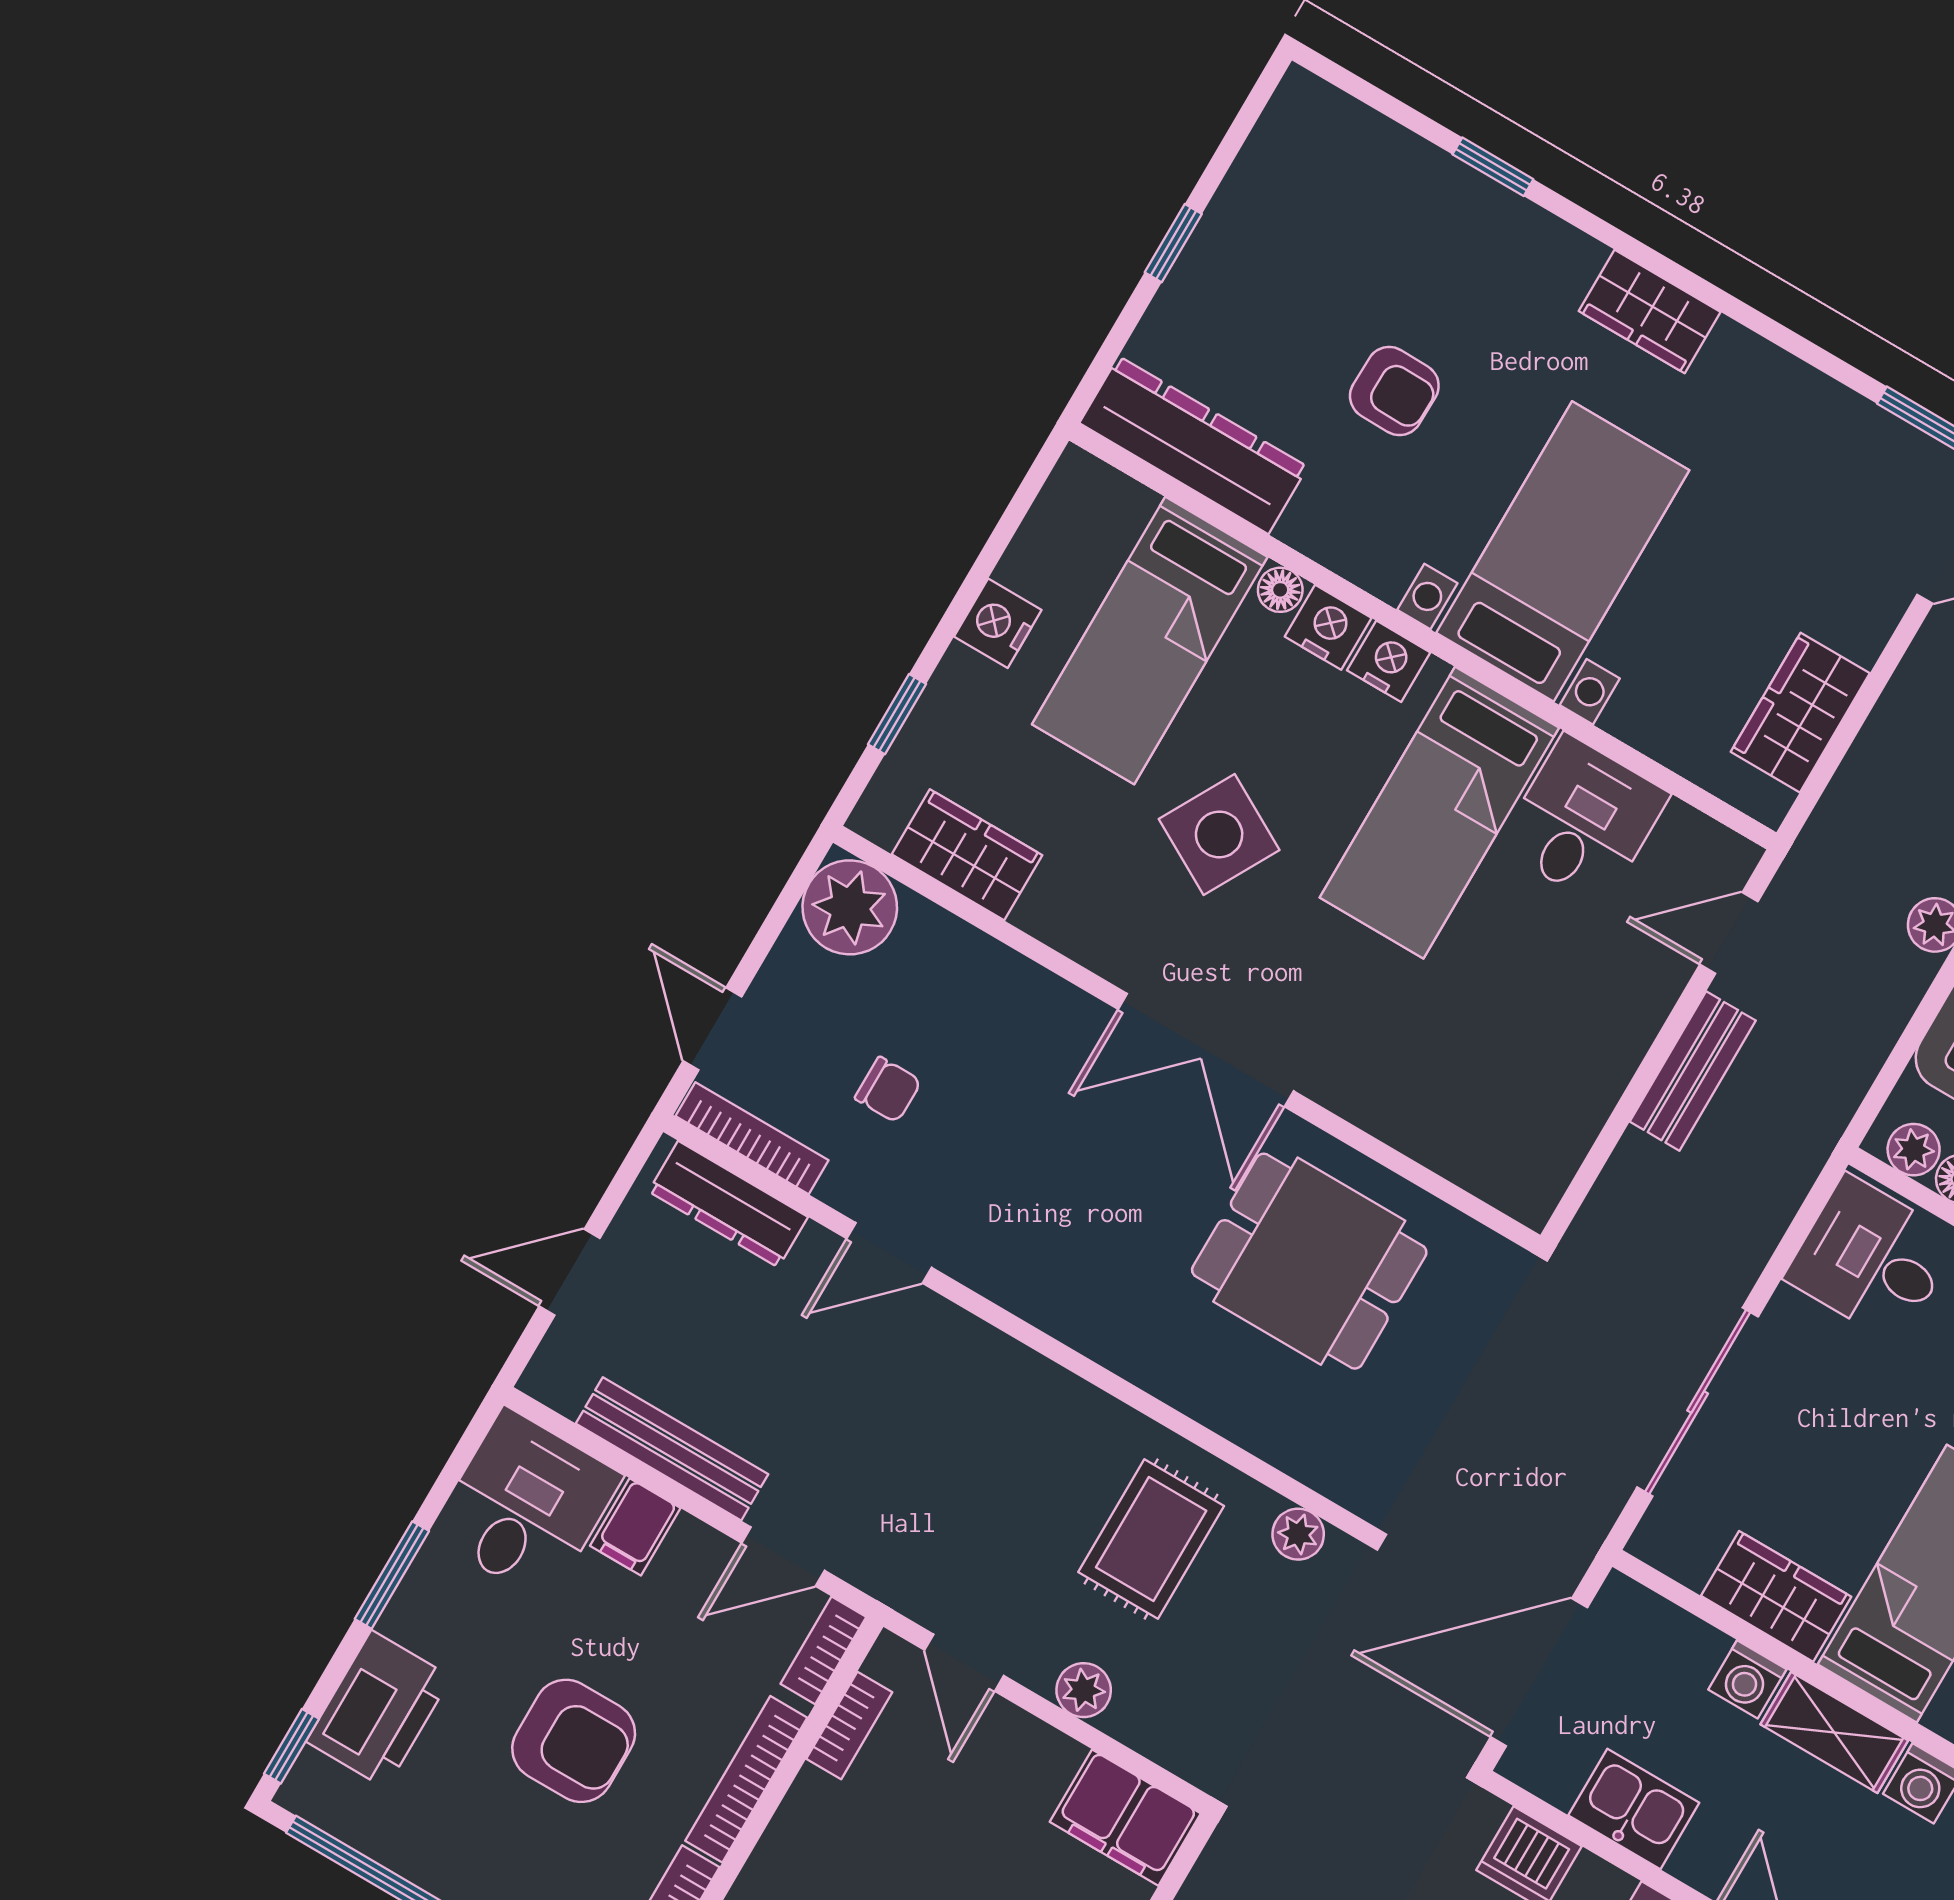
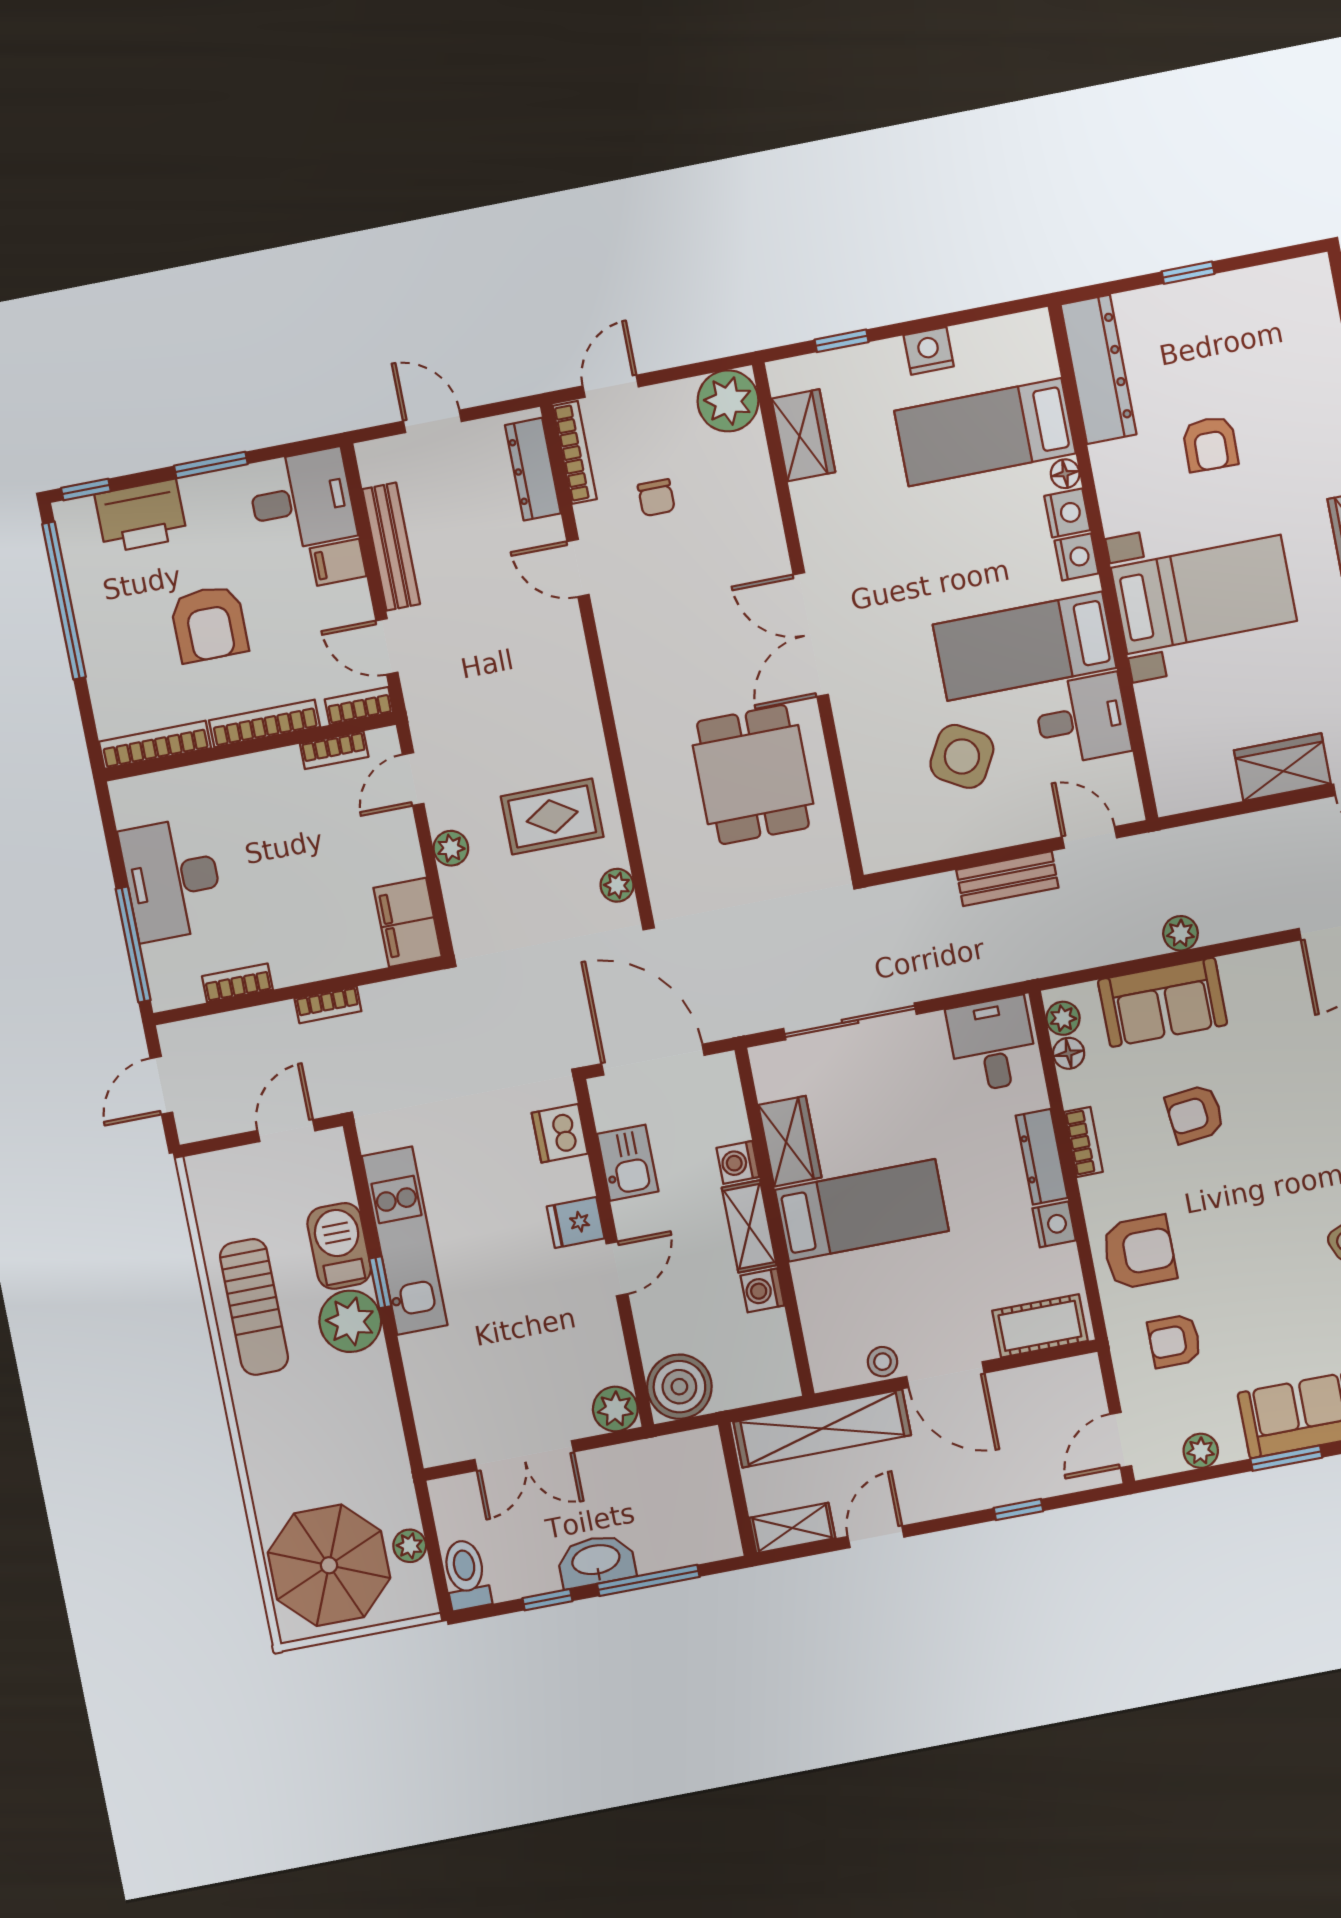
wardrobe: (1800, 713) -> (1282, 767), moved
side table: (1219, 834) -> (962, 756), moved

